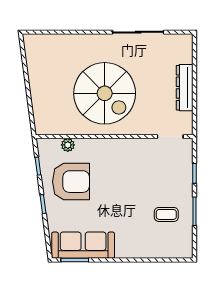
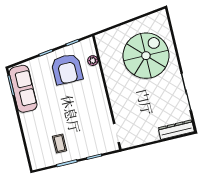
dresser: (185, 88) -> (176, 130), moved
spiral stairs: (105, 93) -> (146, 56), moved, turned 180

